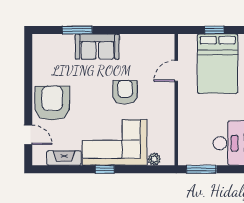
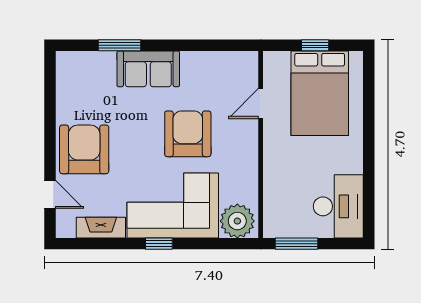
armchair: (125, 92) -> (188, 134), width x1.36, depth x1.36
plant: (154, 159) -> (237, 221), width x1.88, depth x1.88

